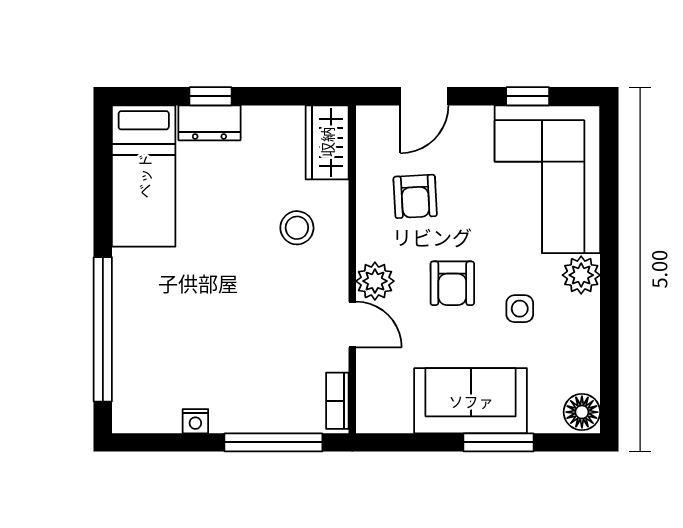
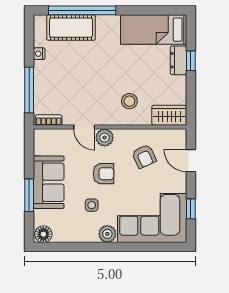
armchair: (415, 196) -> (144, 156), turned -112
armchair: (452, 283) -> (104, 174), turned 180
door: (352, 324) -> (84, 127), hinge flipped
cot: (139, 353) -> (71, 28), added

